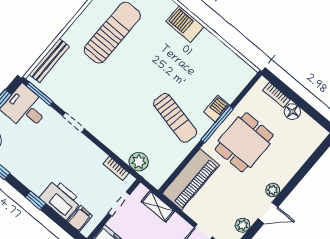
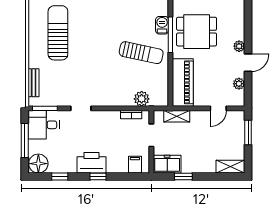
bench: (49, 60) -> (34, 83), width x0.73
dining table: (244, 142) -> (197, 32), turned 90
printer: (61, 200) -> (92, 163), moved

